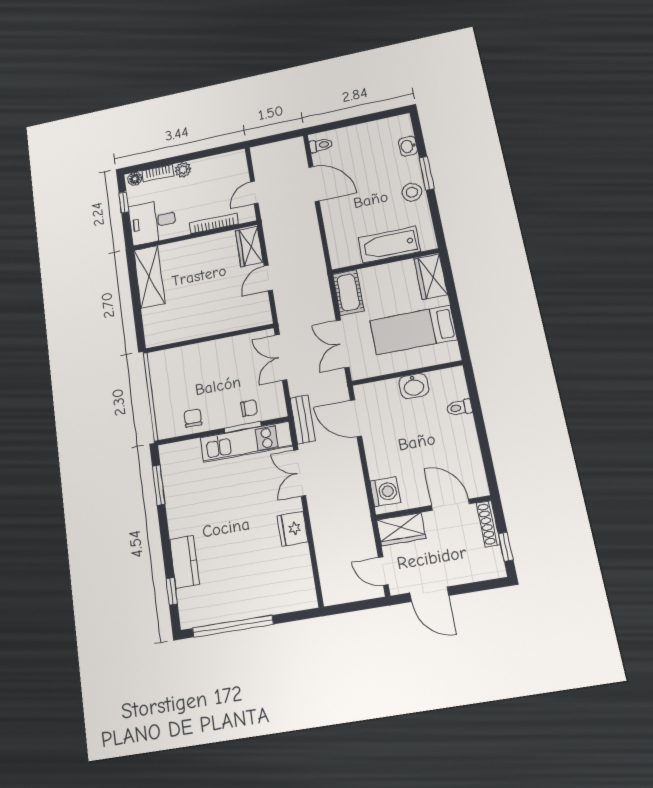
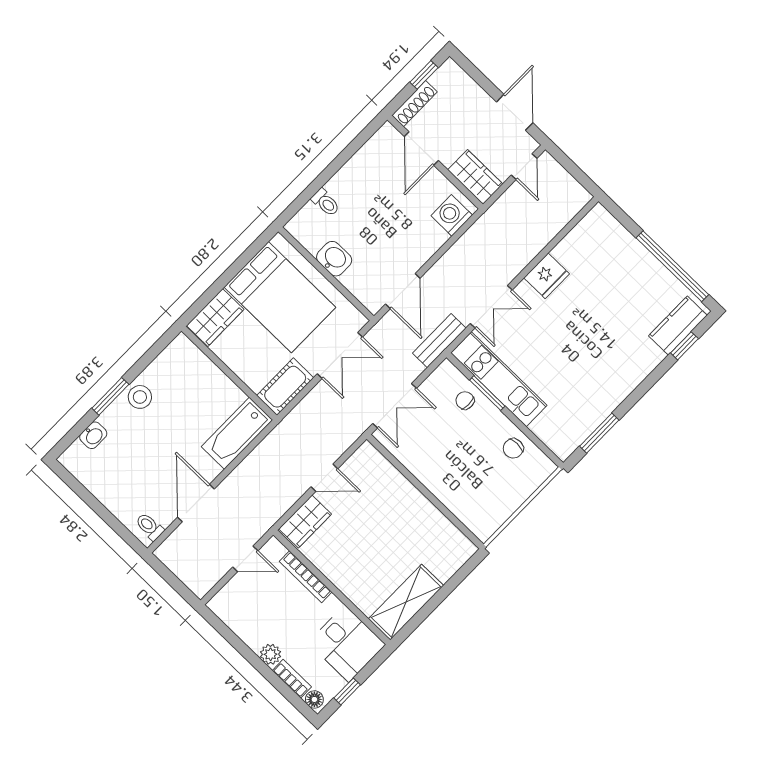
bathtub: (389, 245) -> (237, 433), moved, turned 90
bed: (413, 330) -> (280, 297), width x1.50
kitchen counter: (184, 562) -> (678, 326), moved

